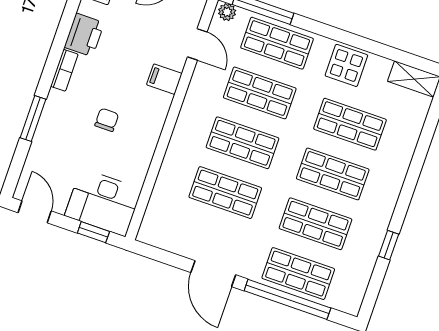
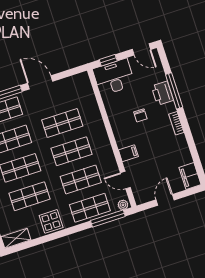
printer: (84, 35) -> (162, 93), moved
window: (33, 118) -> (174, 91), width x1.44

